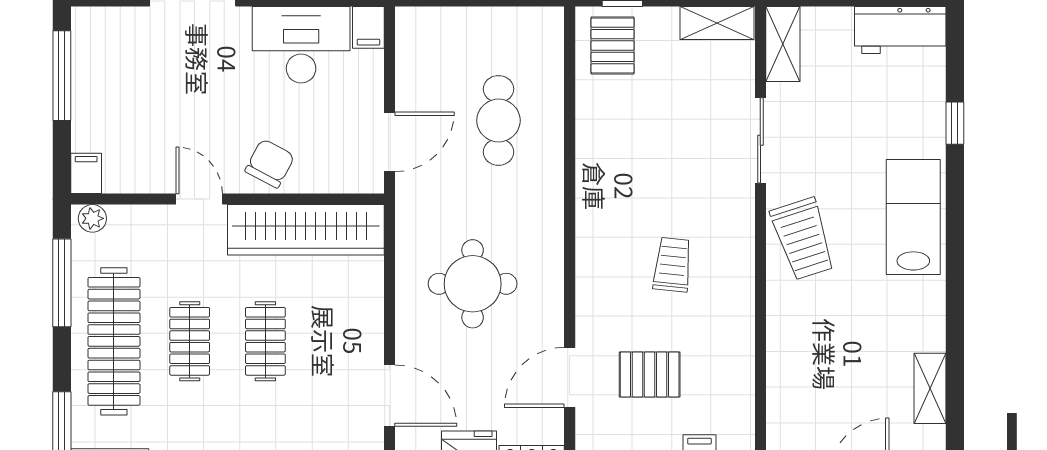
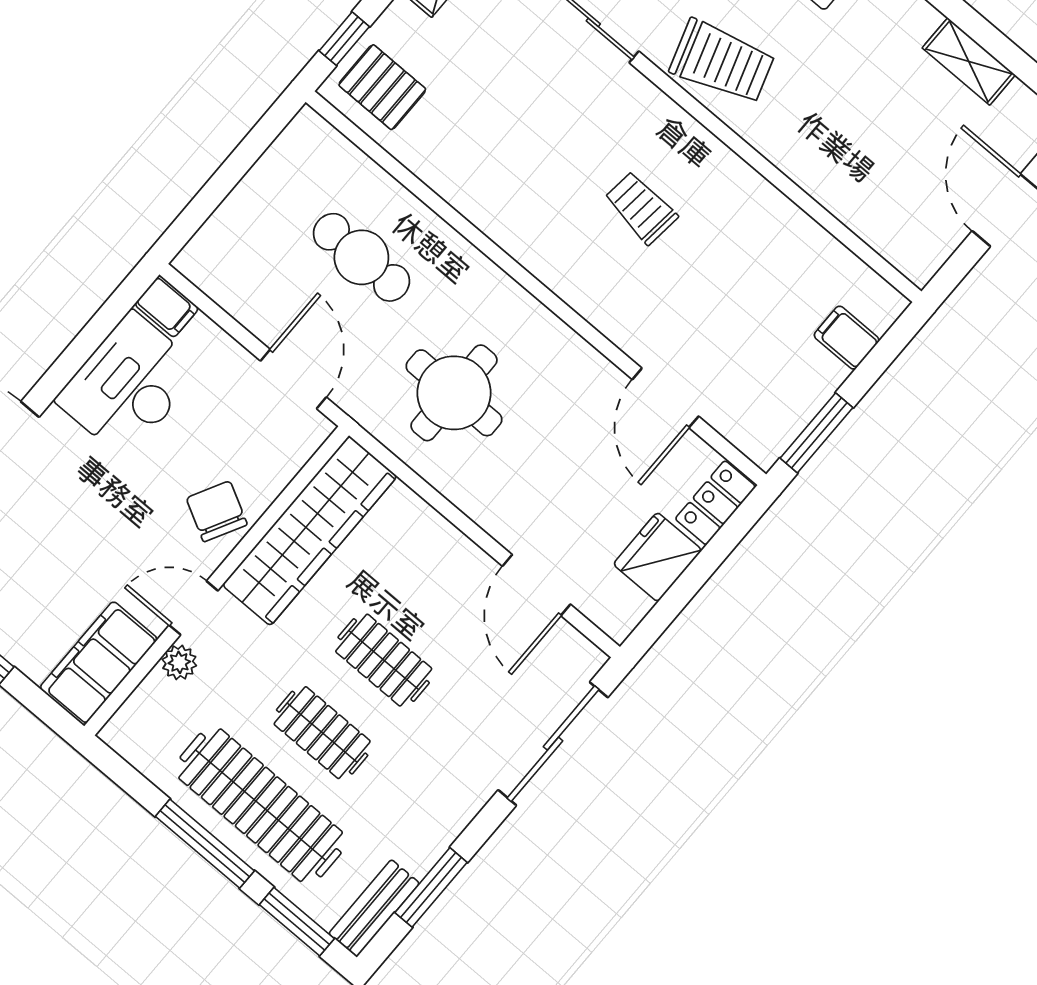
filing cabinet: (86, 173) -> (99, 663), width x3.00, depth x1.17
plant: (92, 218) -> (179, 662), moved
window: (62, 283) -> (205, 844), moved
round table: (473, 284) -> (454, 393), moved
pallet: (650, 374) -> (728, 319), removed
door: (390, 396) -> (537, 585), swing flipped

